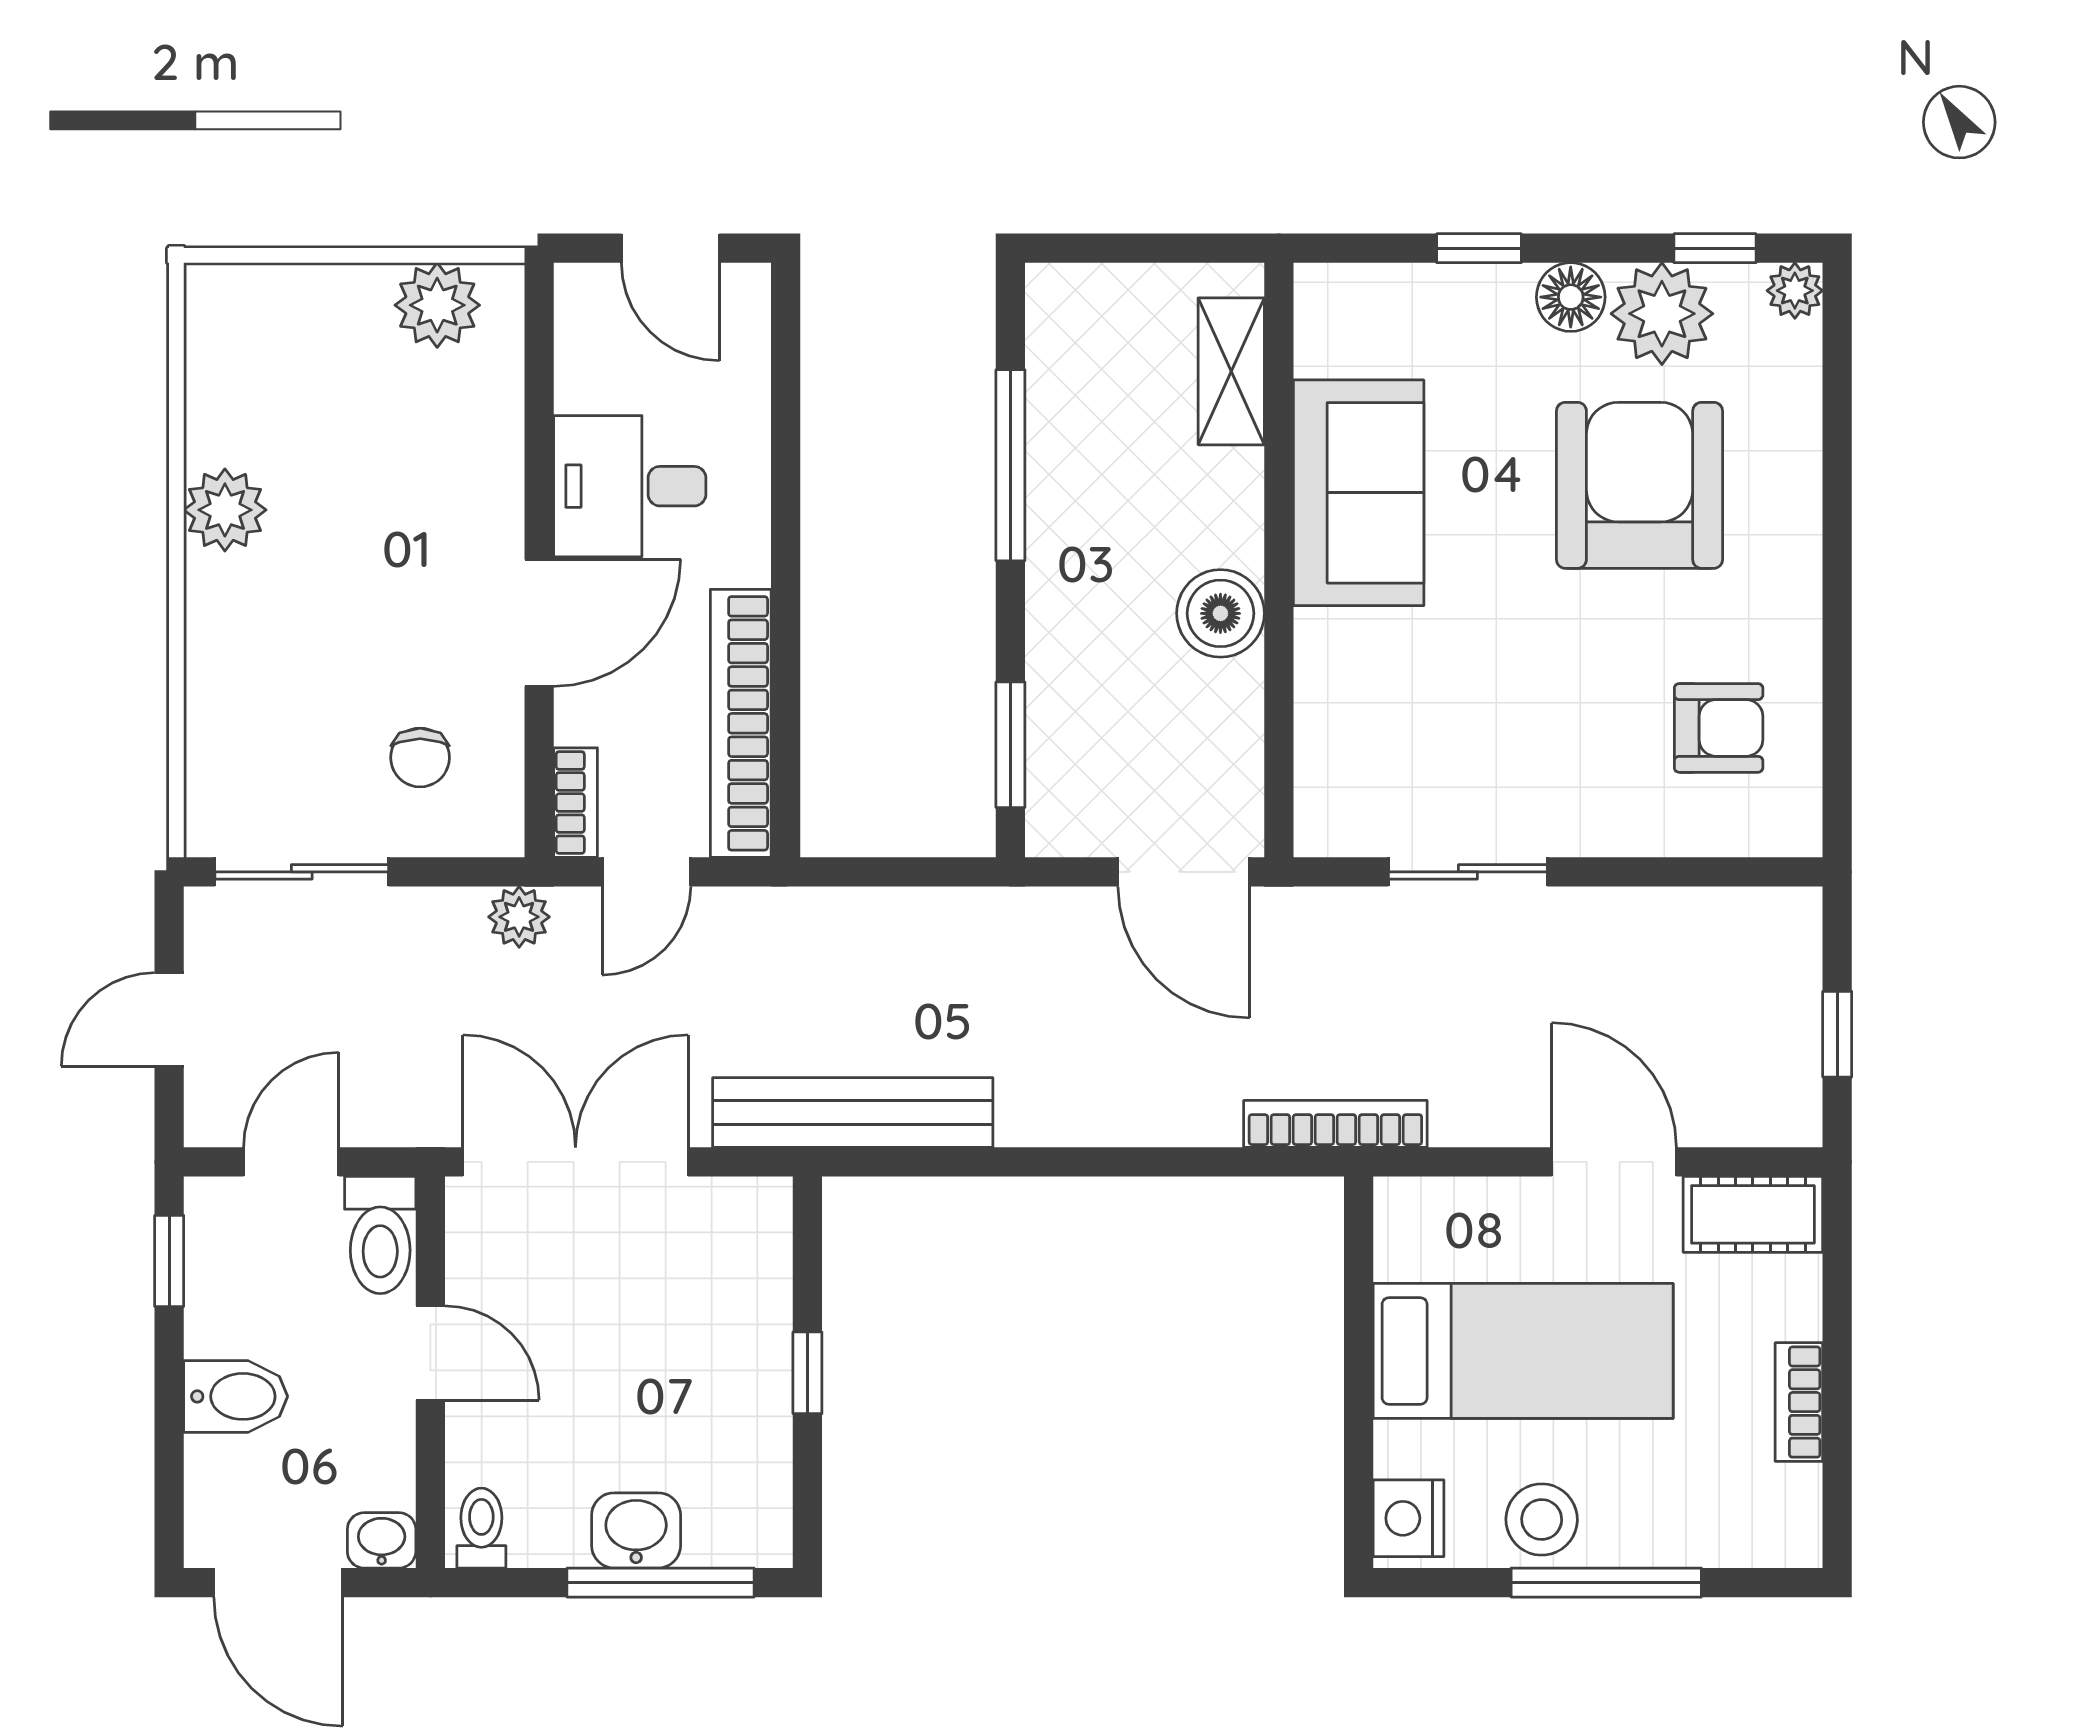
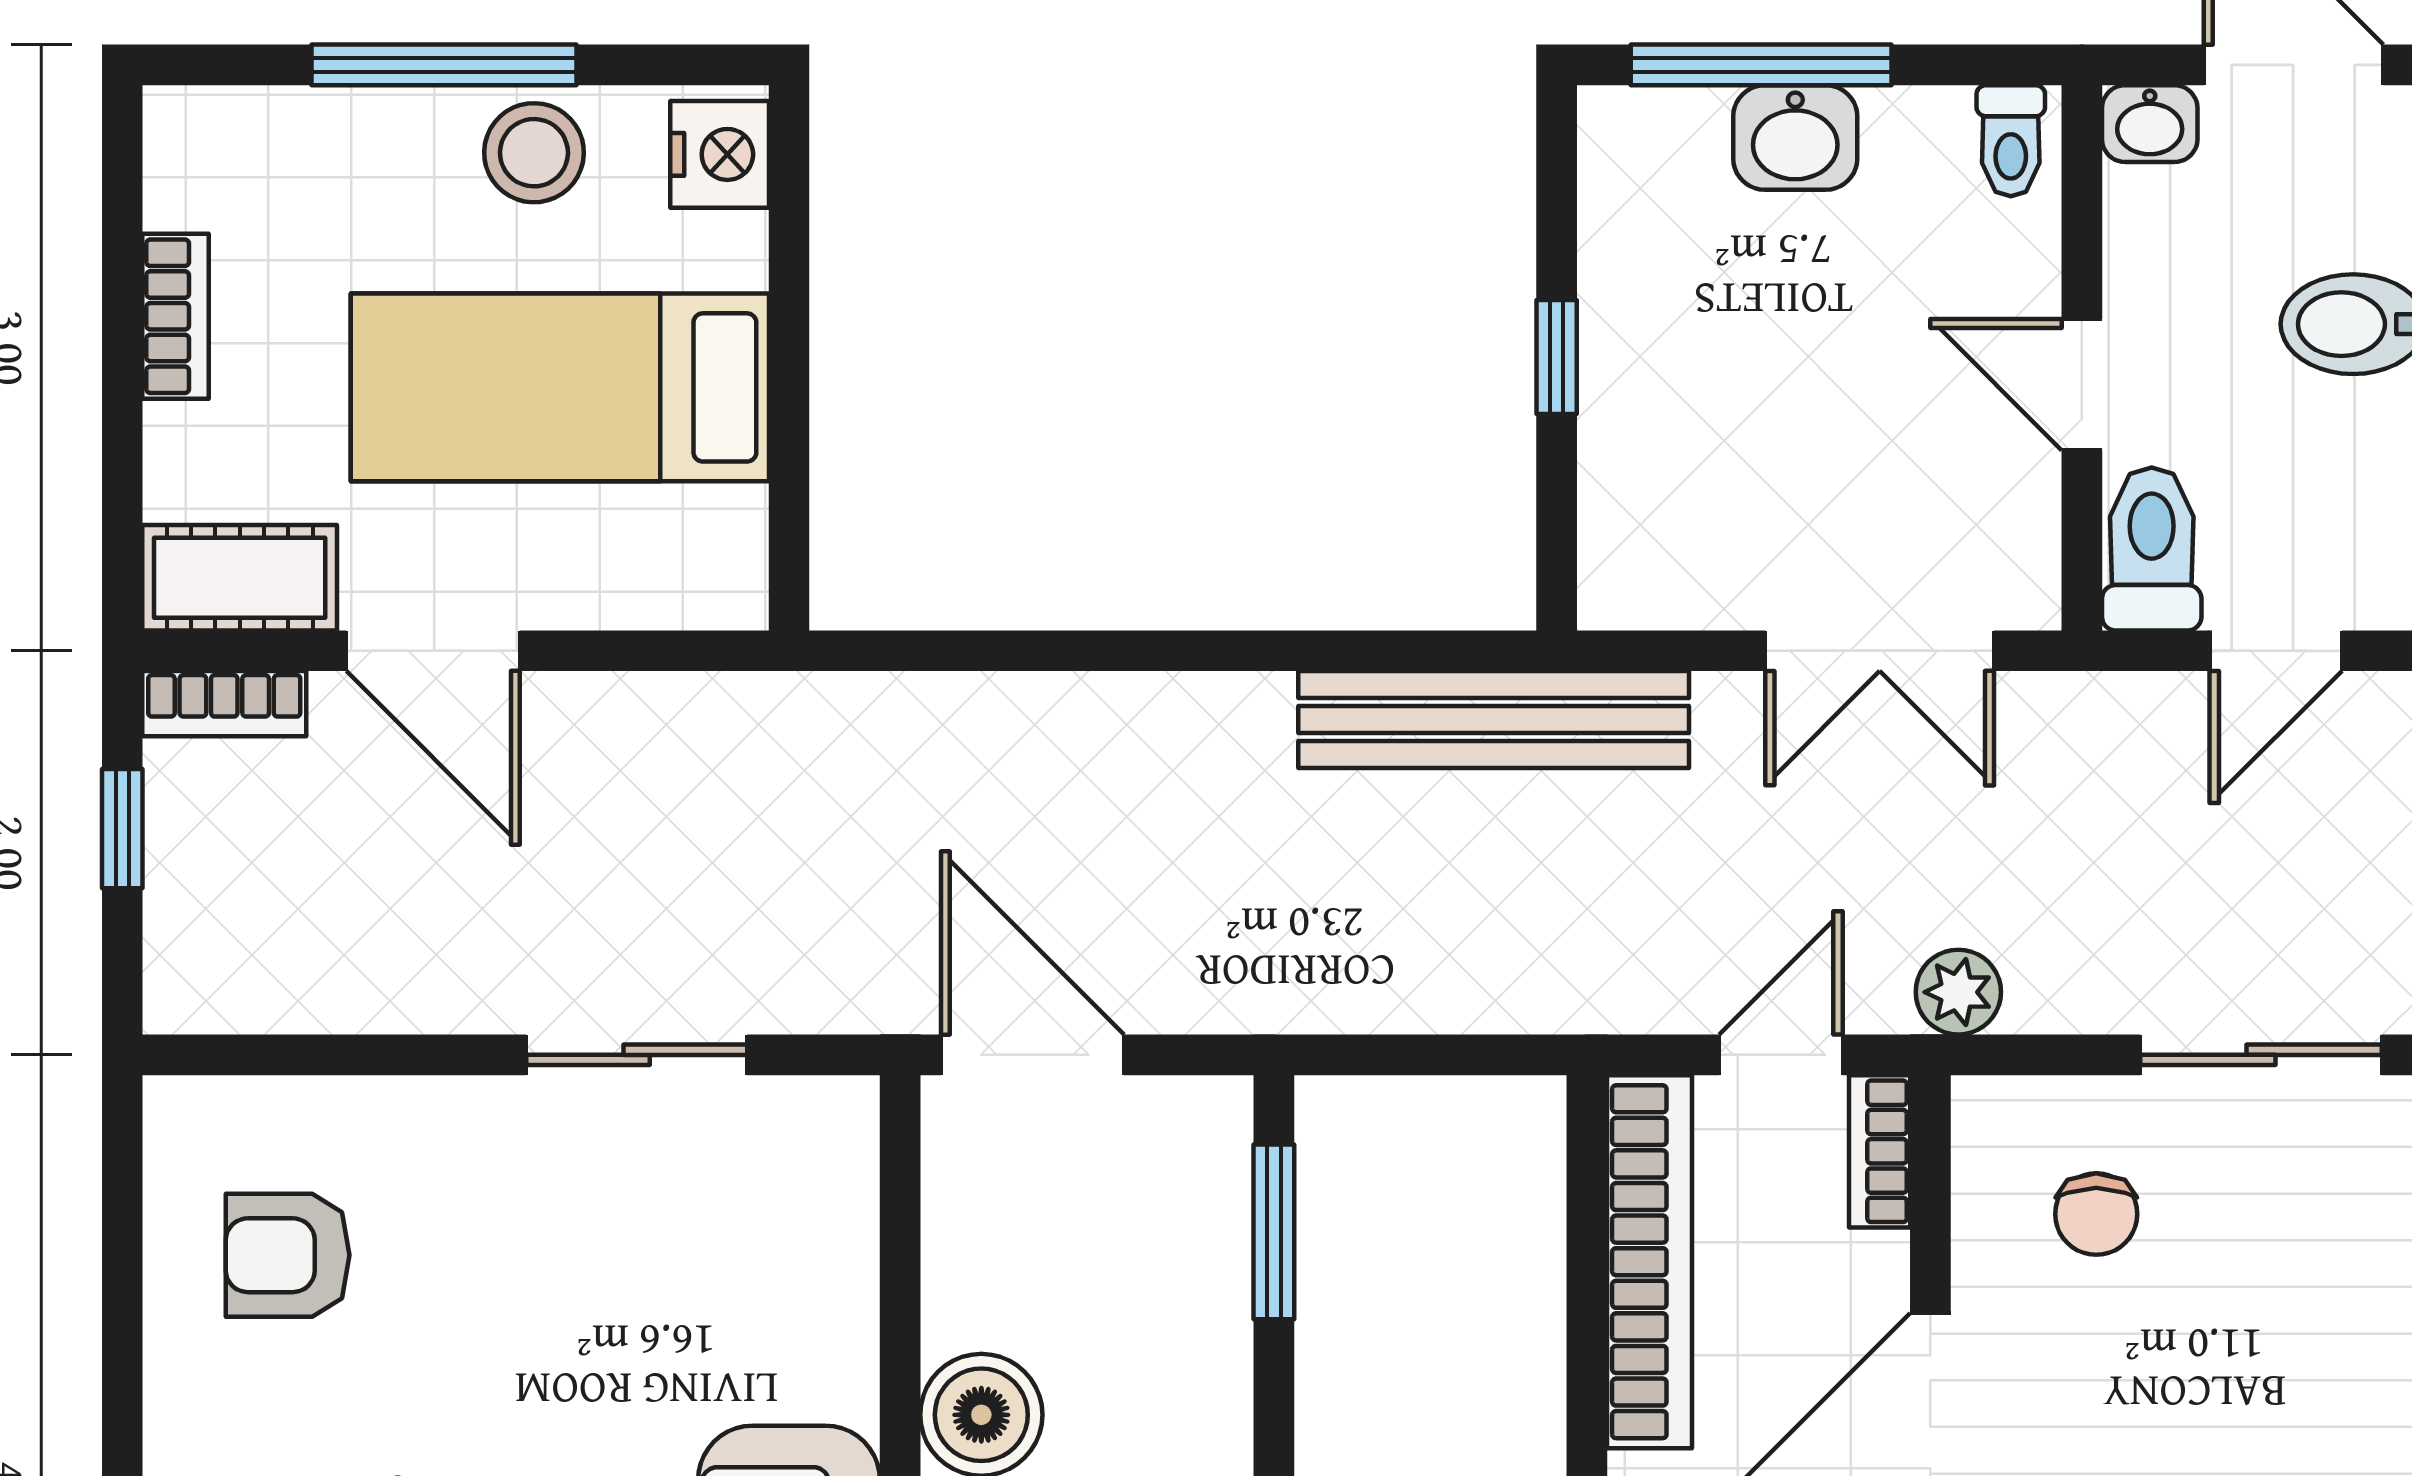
chair: (420, 758) -> (2096, 1214), turned 180
bookcase: (1335, 1124) -> (224, 704), moved, width x0.64
double door: (575, 1162) -> (1880, 651), width x0.73

